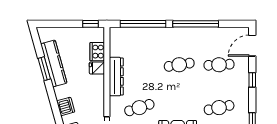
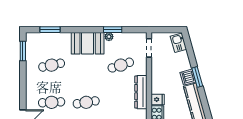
window: (44, 69) -> (197, 77), moved
window: (252, 80) -> (23, 89), removed
dishwasher: (66, 106) -> (188, 77), moved

